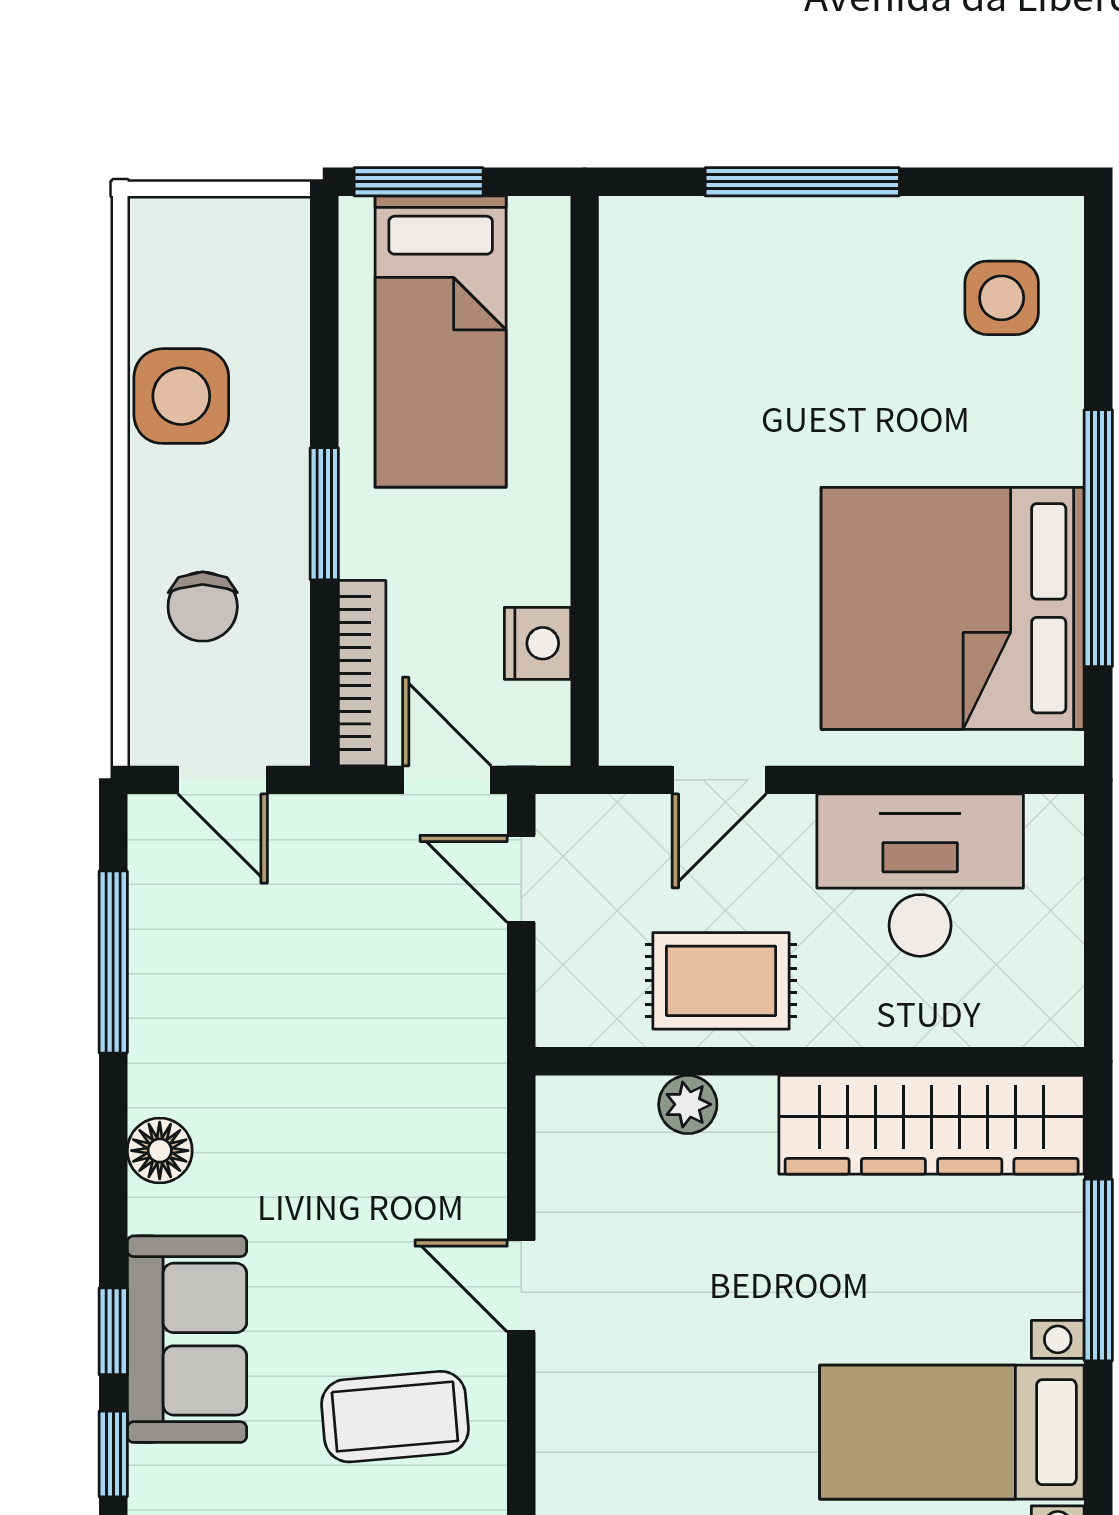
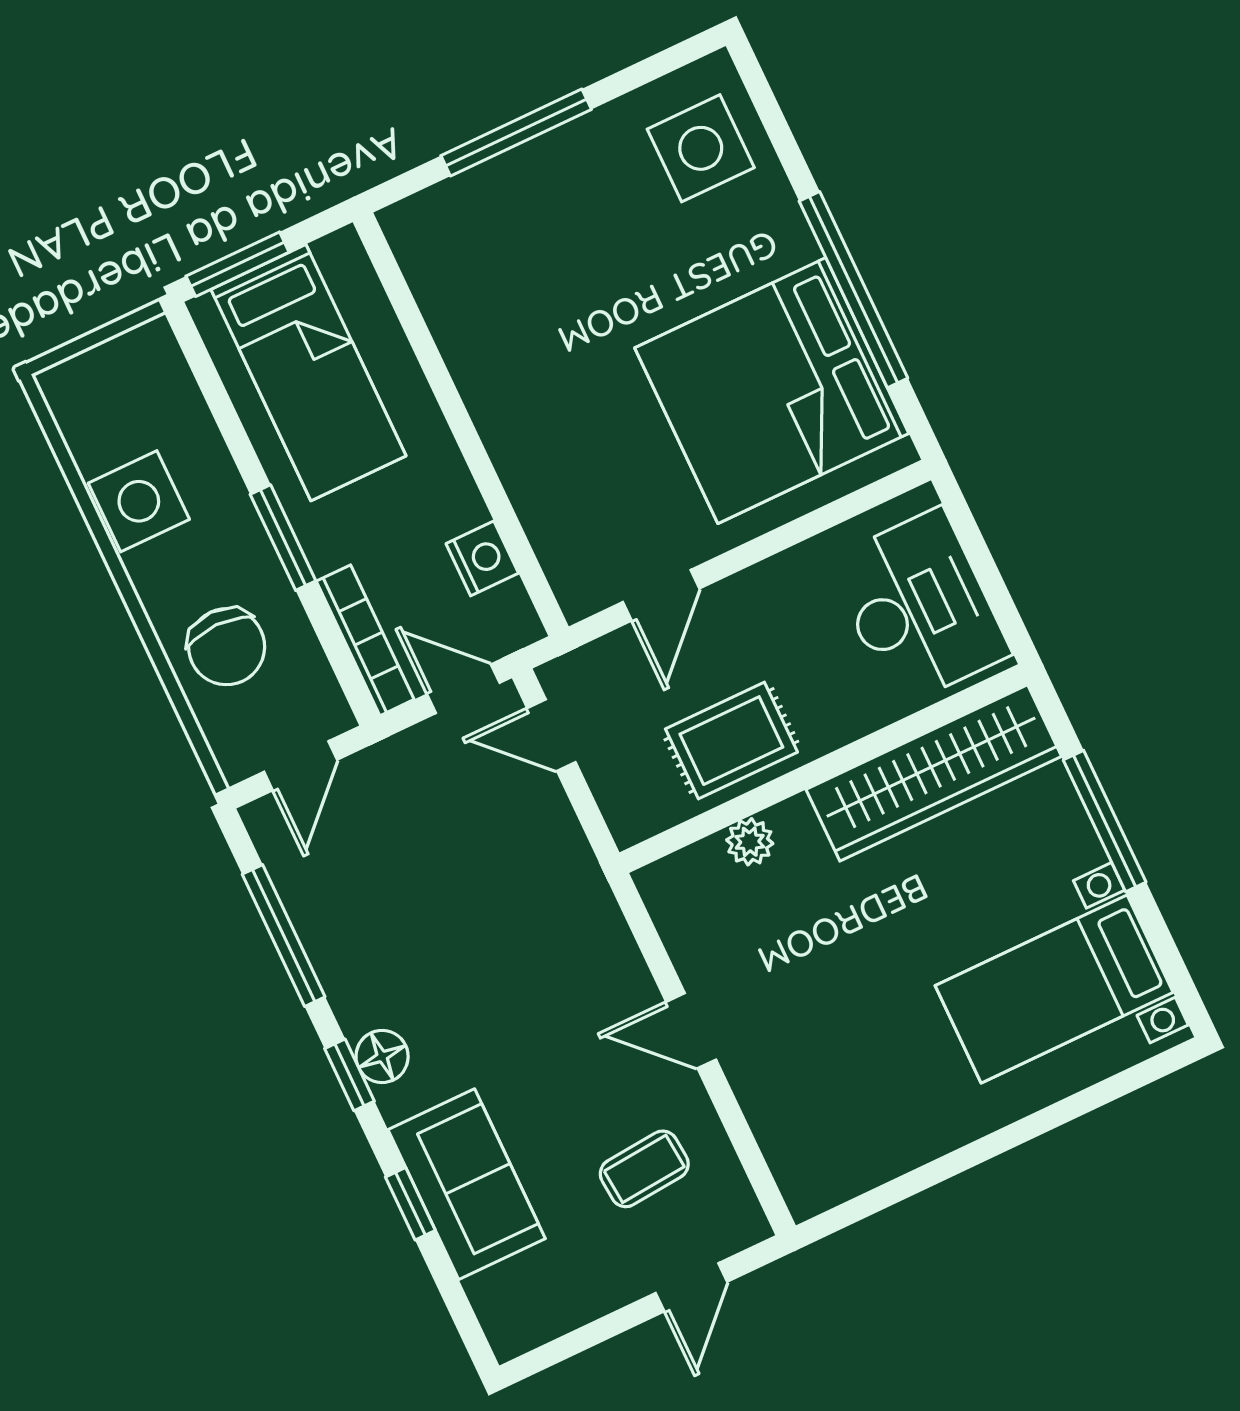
side table: (1002, 298) -> (701, 148), width x1.37, depth x1.37
chair: (203, 607) -> (227, 647), width x1.37, depth x1.37
door: (223, 780) -> (301, 766), hinge flipped
desk: (920, 875) -> (919, 607), moved, turned 90
coffee table: (395, 1417) -> (644, 1169), width x0.73, depth x0.77
window: (113, 1454) -> (349, 1075), moved

